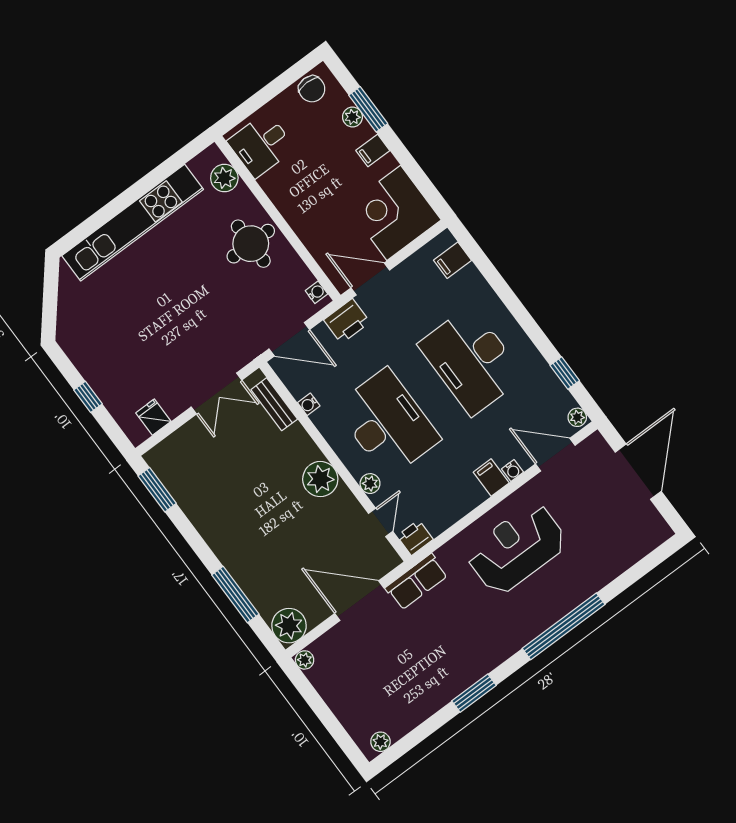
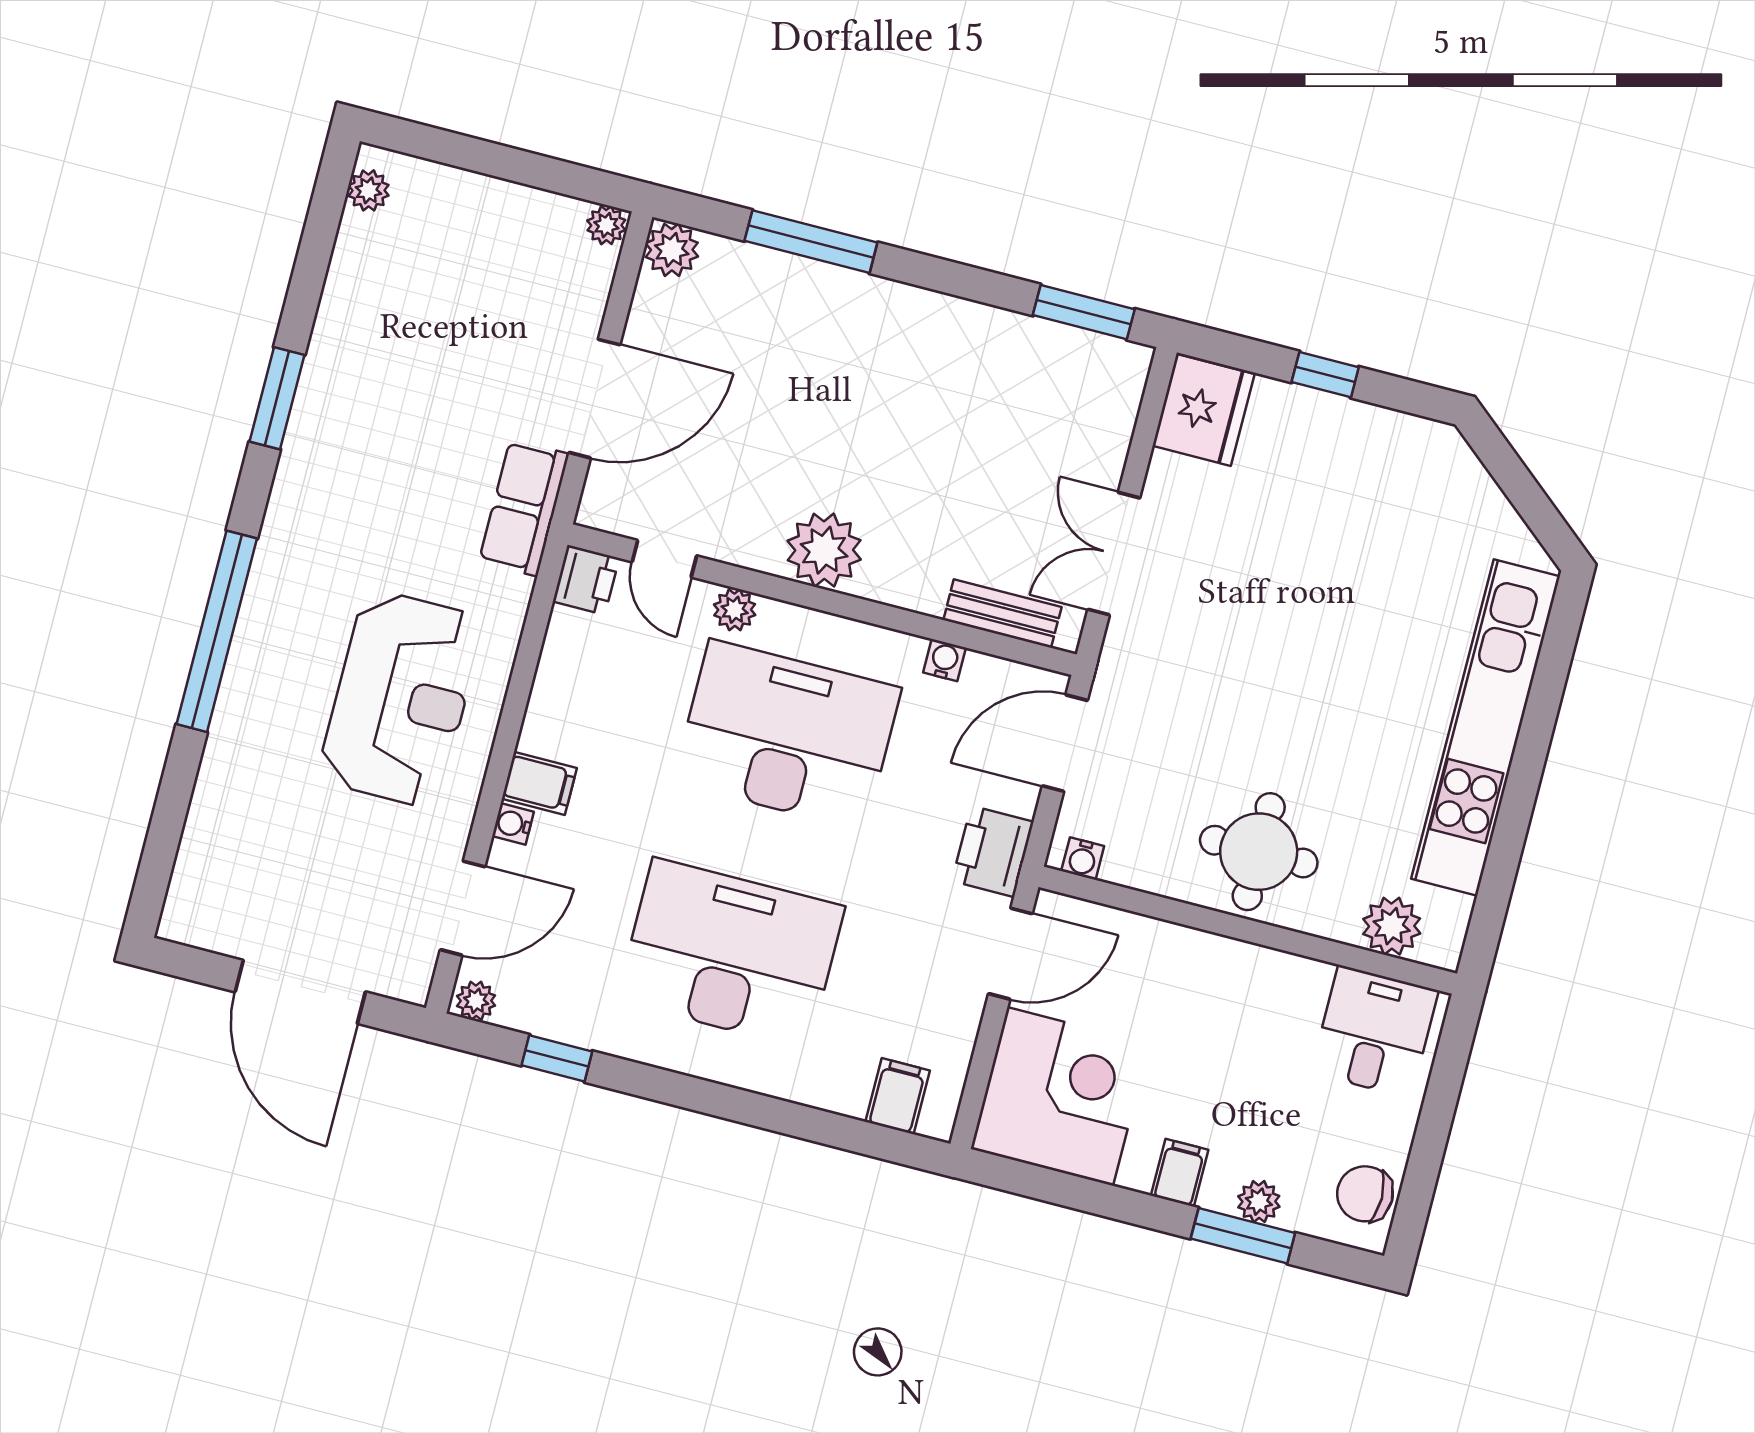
fridge: (153, 417) -> (1203, 410), width x1.88, depth x1.34
desk: (387, 423) -> (787, 735), turned 180
plant: (289, 626) -> (672, 250), width x0.73, depth x0.73

